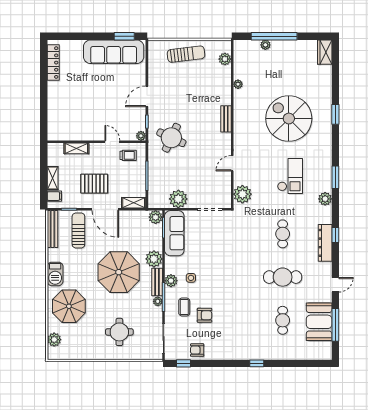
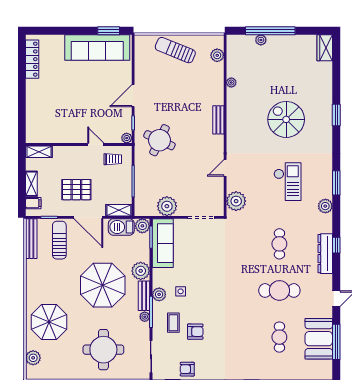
sun lounger: (186, 54) -> (175, 50), turned -151
spiral stairs: (289, 119) -> (286, 119), width x0.73, depth x0.73
shelving: (76, 148) -> (39, 152), moved
barbecue: (55, 274) -> (121, 227), moved, turned 90
round table: (119, 332) -> (103, 350), width x1.36, depth x1.36

